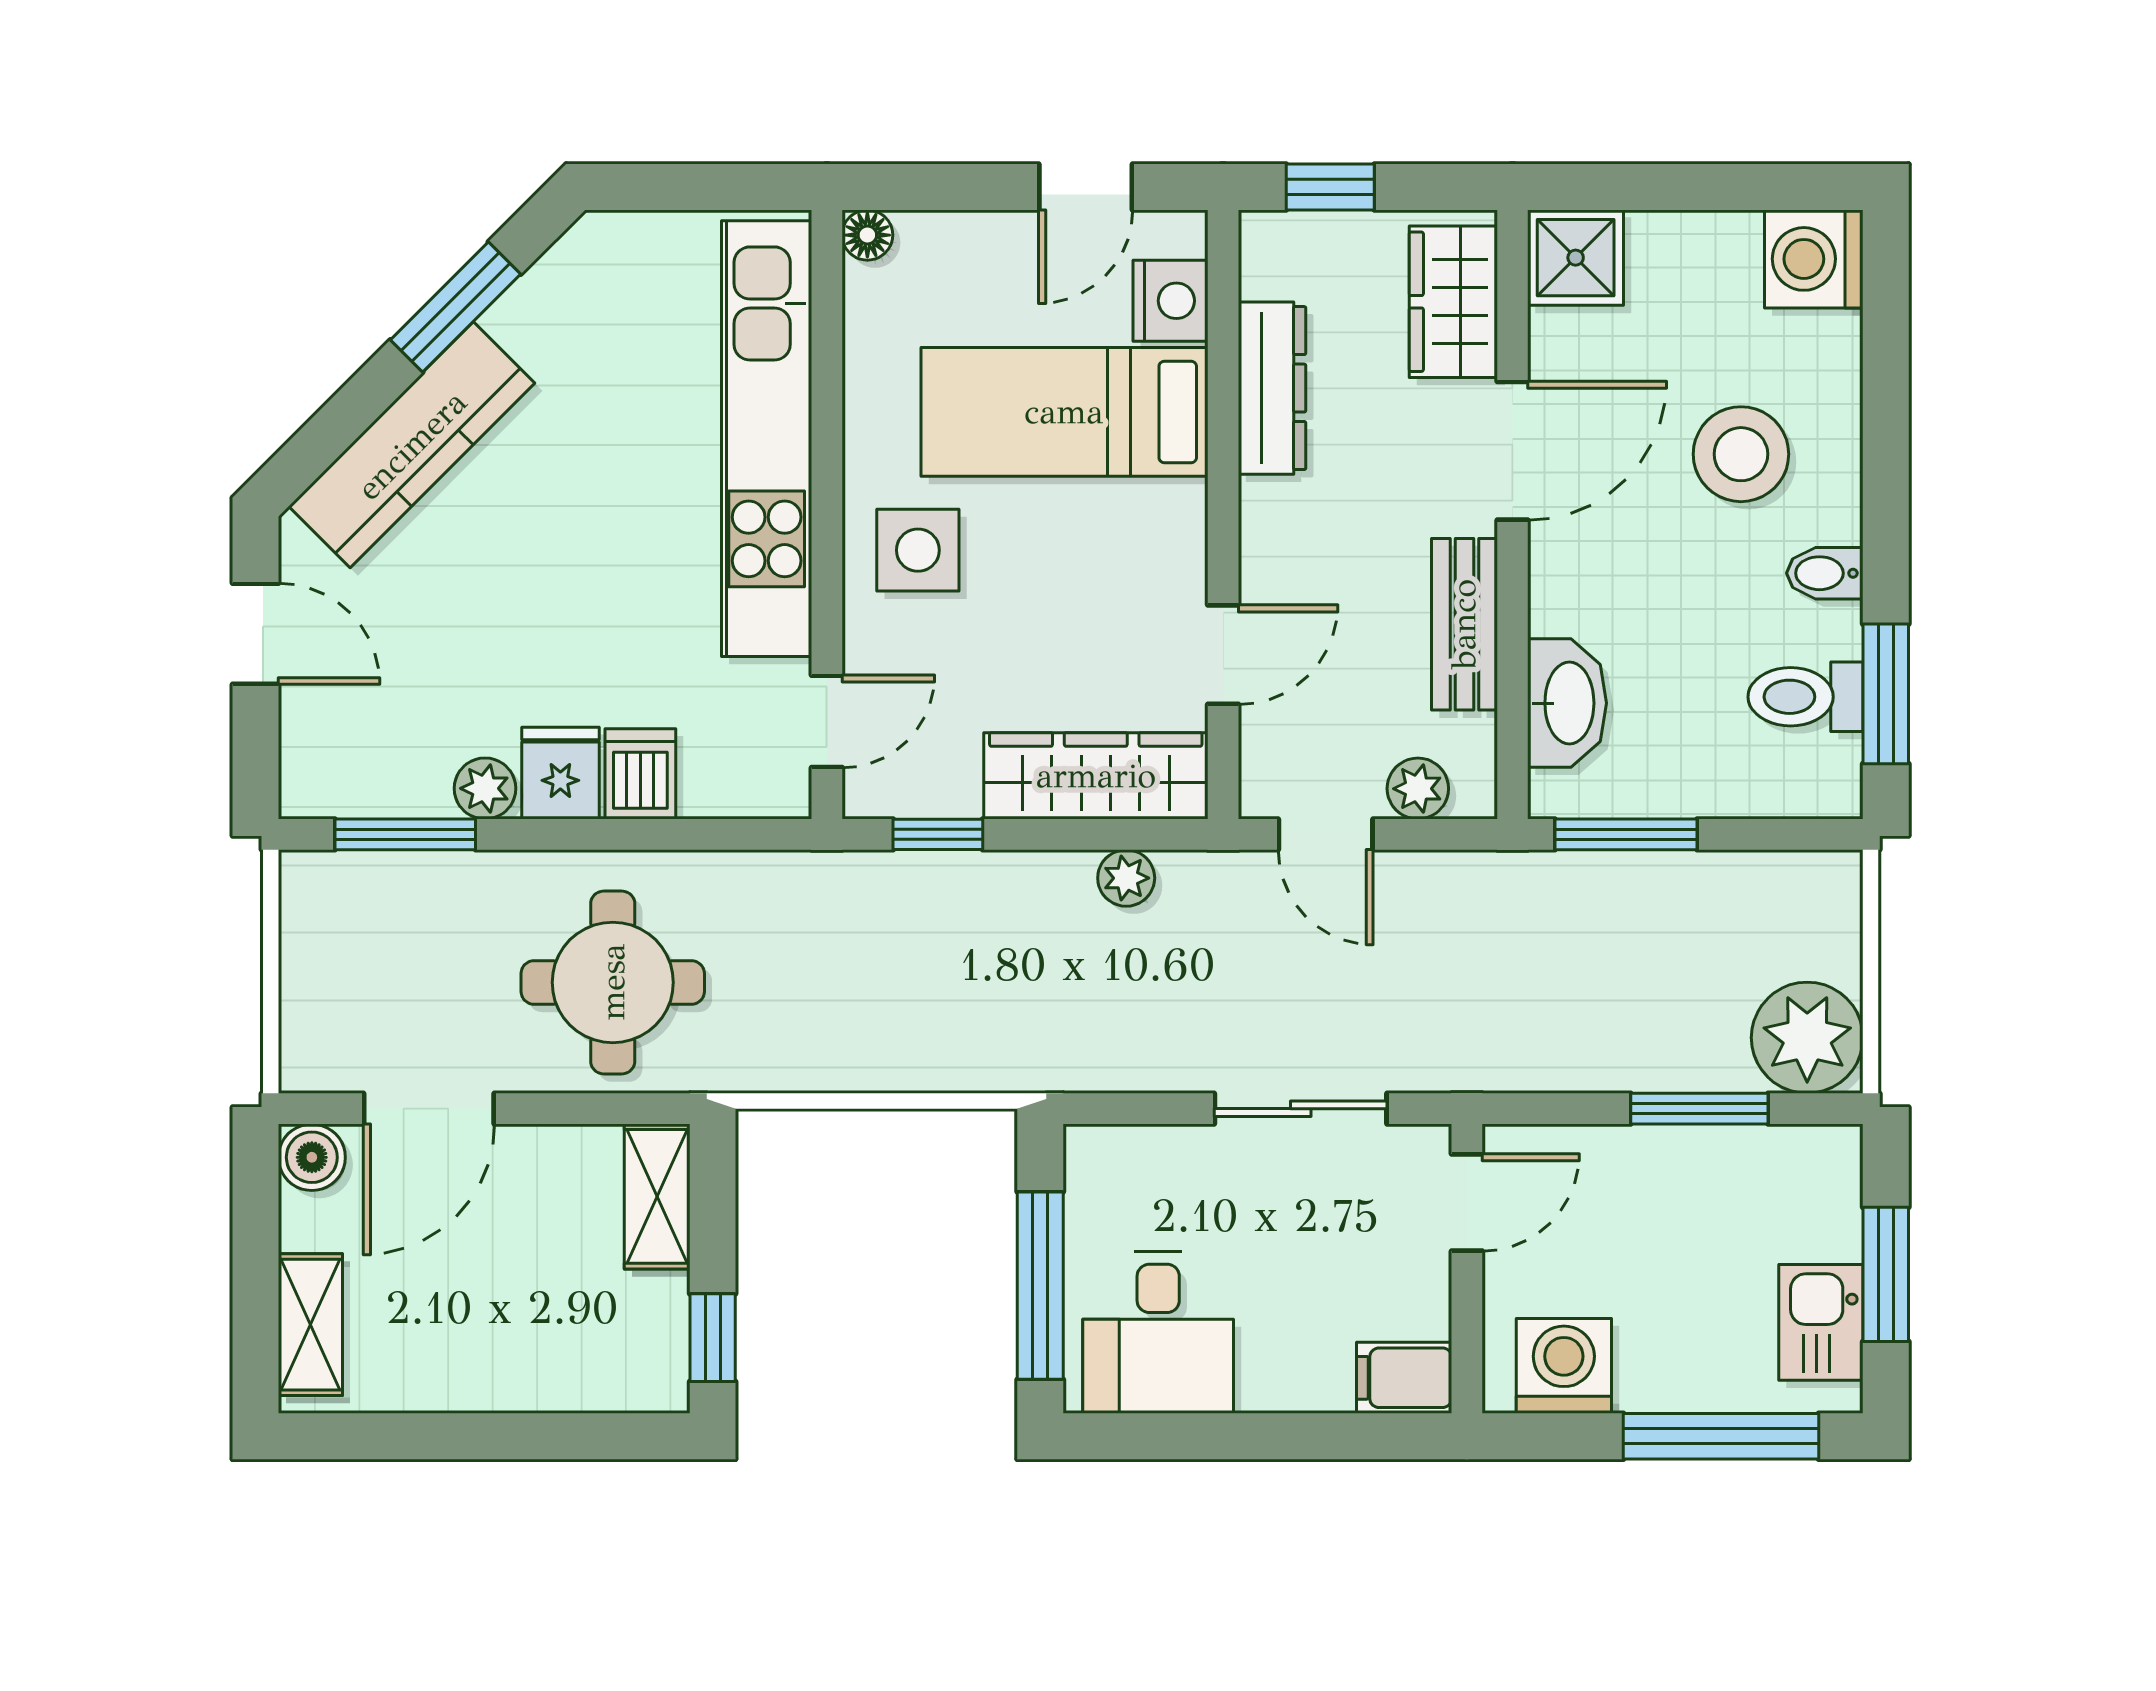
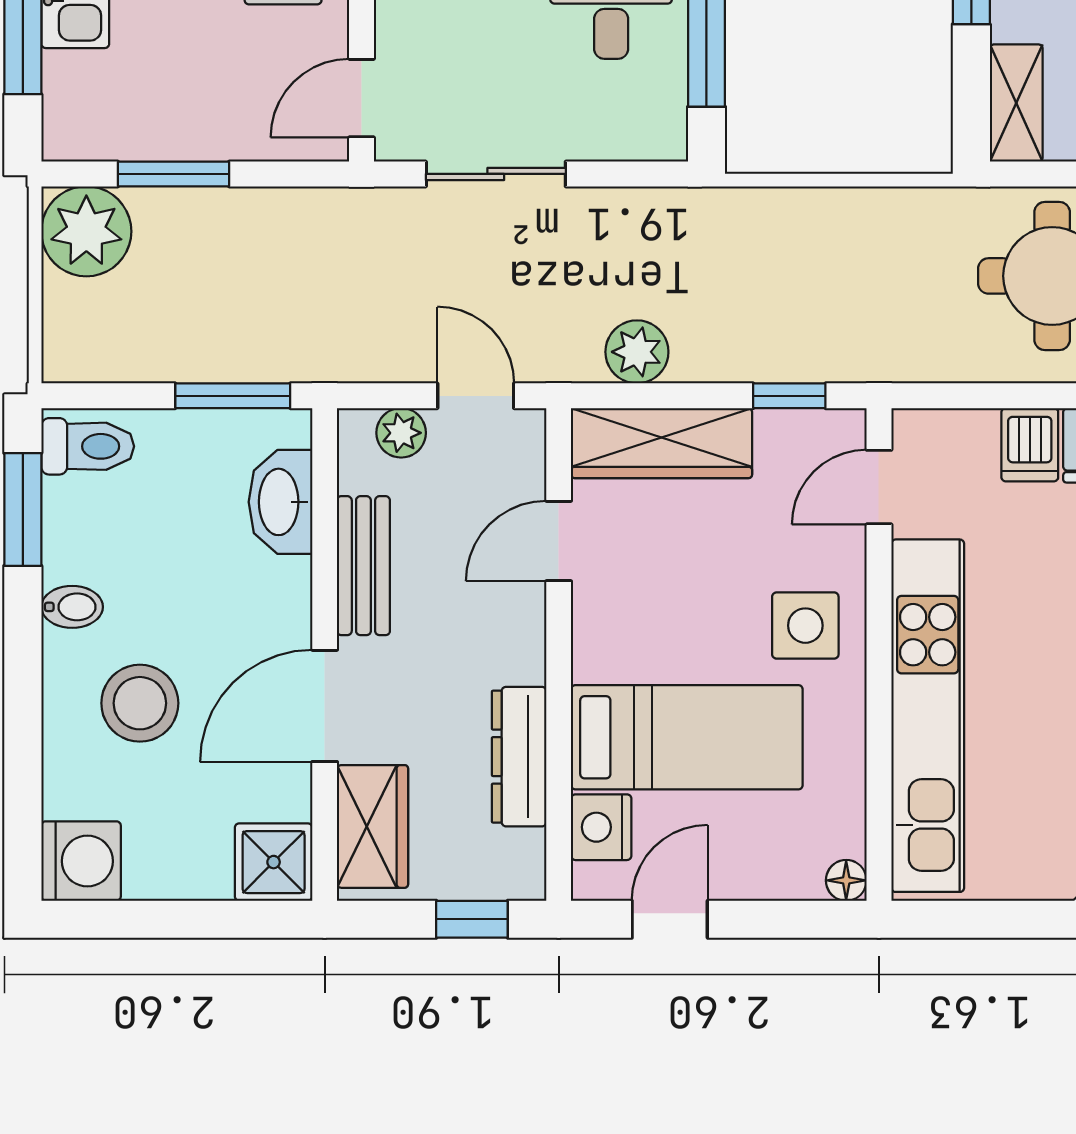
toilet: (1806, 697) -> (88, 446), moved
plant: (1126, 878) -> (637, 352), width x1.38, depth x1.38

